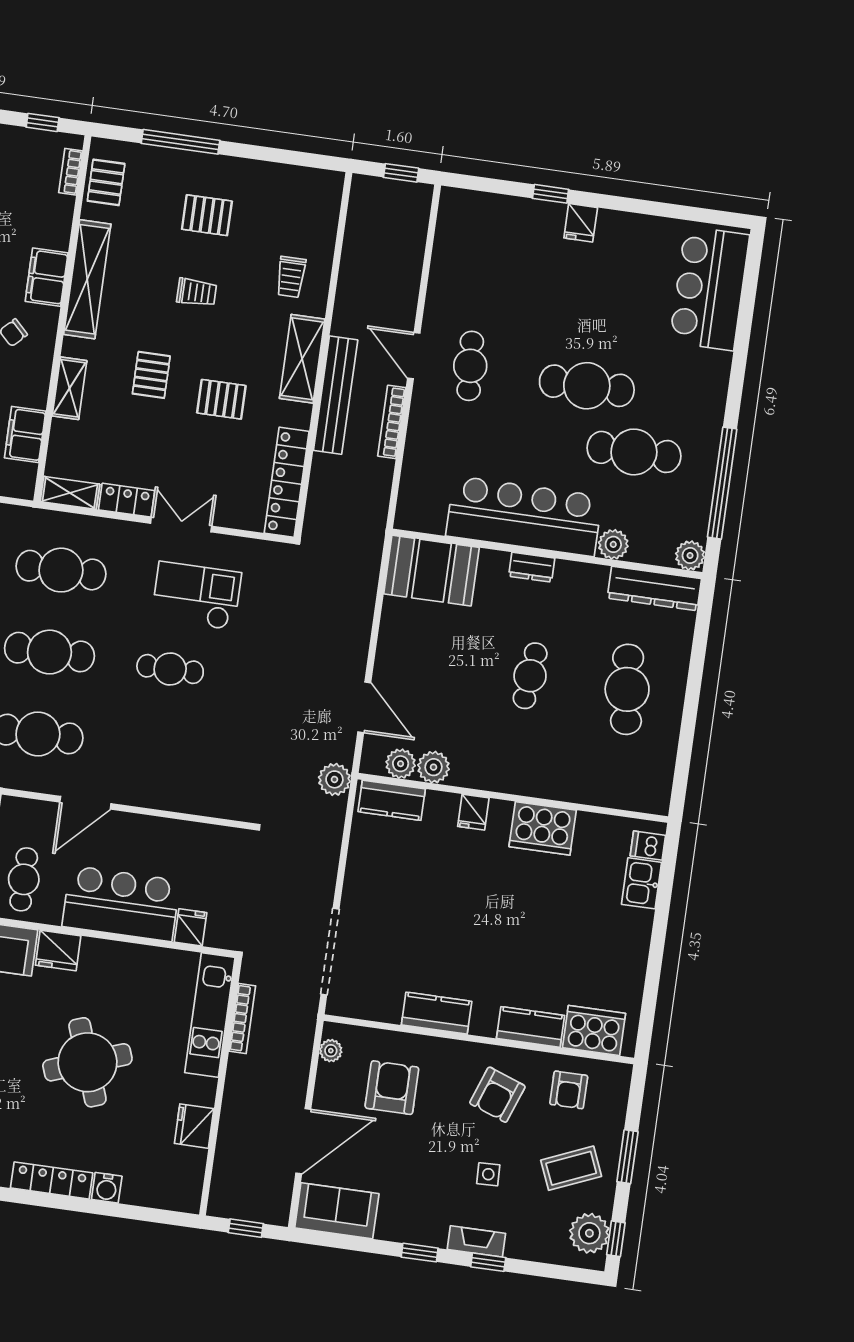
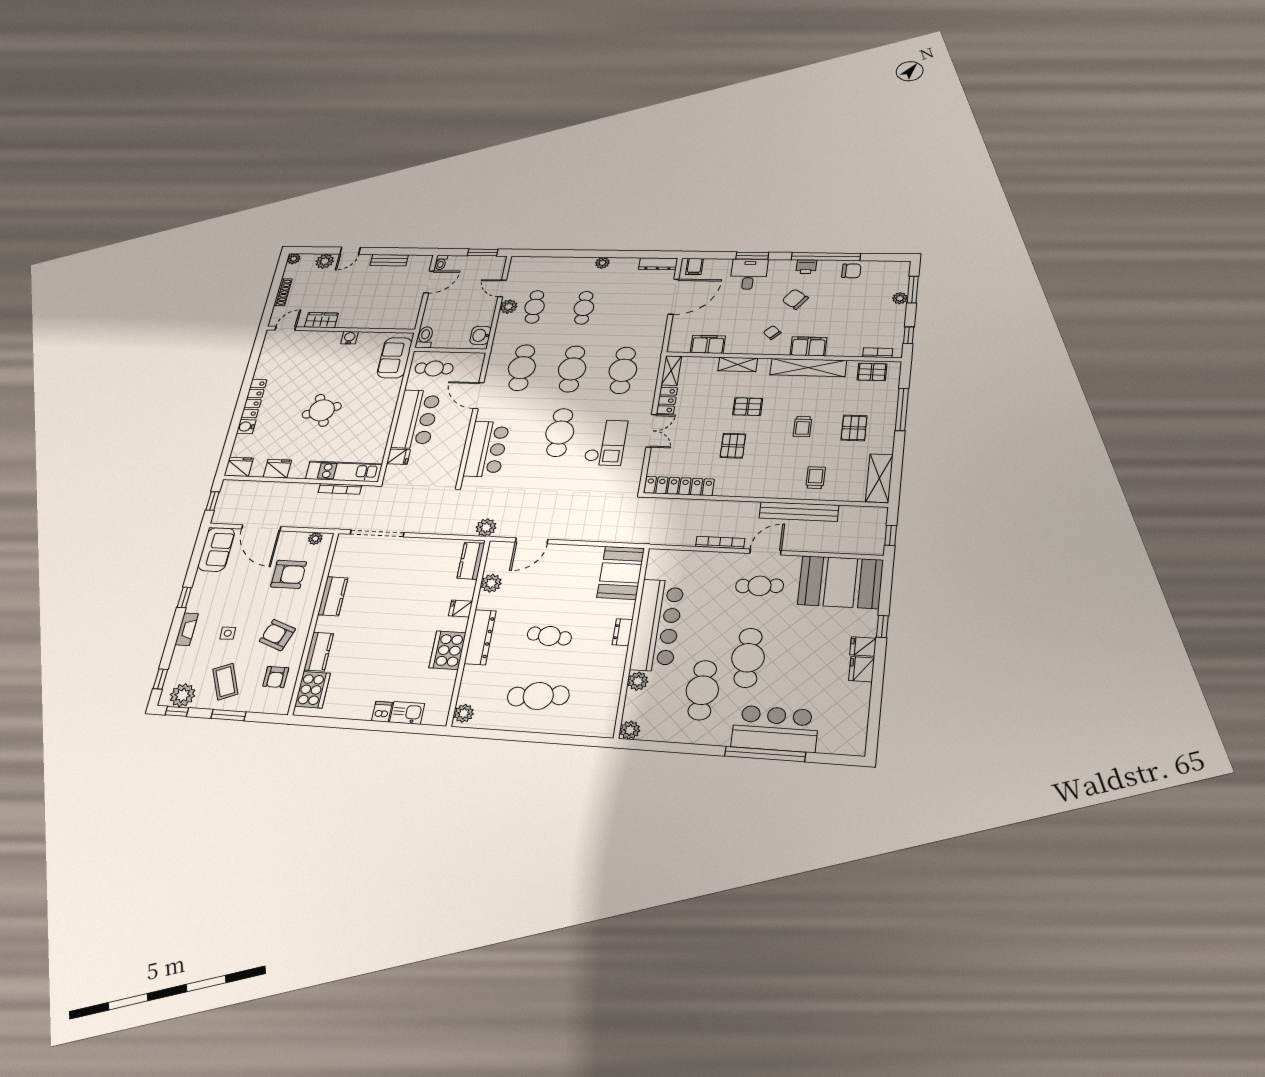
fridge: (616, 227) -> (862, 669), added
booth: (473, 249) -> (840, 582), added
trolley: (291, 277) -> (816, 478), turned 90
bar counter: (709, 288) -> (775, 729), moved
shelving: (302, 359) -> (879, 478), moved, turned 90
bench: (336, 395) -> (799, 512), moved
window: (722, 483) -> (765, 754), moved
dresser: (654, 588) -> (480, 637), moved, turned 180
cafe table: (170, 669) -> (560, 433), width x1.37, depth x1.35
plant: (401, 764) -> (464, 713), moved
bar counter: (190, 785) -> (487, 449), added
dishwasher: (648, 846) -> (382, 712), moved
fridge: (58, 950) -> (239, 467), moved, turned 90
round table: (87, 1062) -> (322, 410), width x0.73, depth x0.73
armchair: (569, 1090) -> (276, 677), turned -90
window: (488, 1262) -> (160, 679), moved

